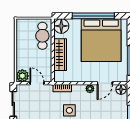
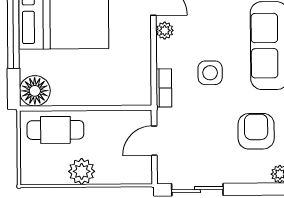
wardrobe: (60, 55) -> (94, 93), removed
plant: (22, 76) -> (82, 171), moved

